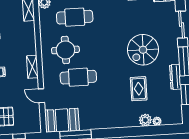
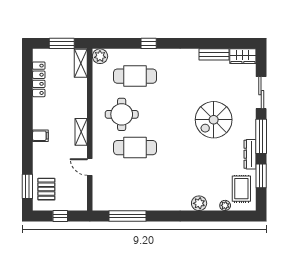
rug: (139, 89) -> (241, 189), moved
booth: (62, 120) -> (112, 197), removed
plant: (145, 120) -> (199, 203), moved

